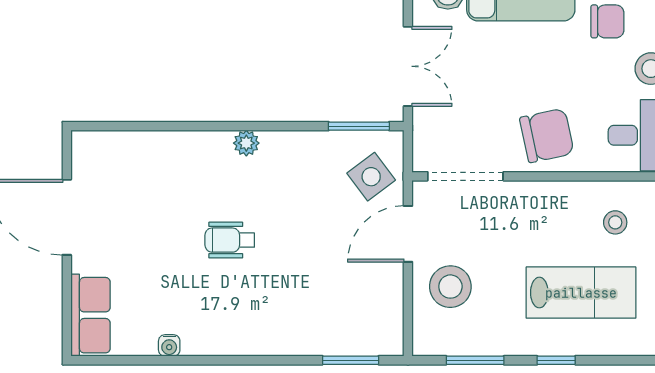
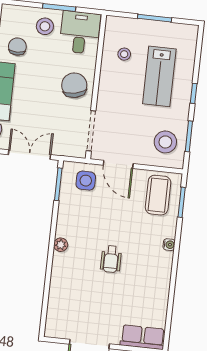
side table: (371, 177) -> (86, 181), turned 37
stool: (450, 287) -> (165, 142), moved
lab bench: (581, 293) -> (159, 76), turned 180
coffee table: (359, 315) -> (158, 195), added
water cooler: (169, 345) -> (169, 245), moved

